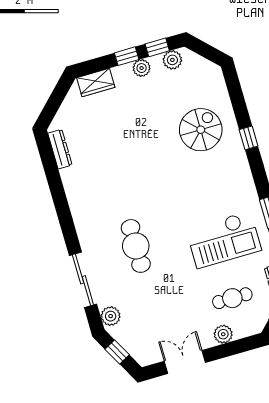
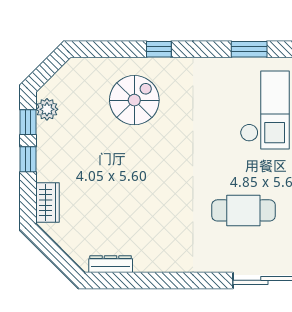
plant: (142, 68) -> (46, 146), removed
spiral stairs: (201, 130) -> (134, 100), turned 90

